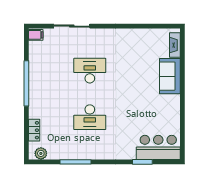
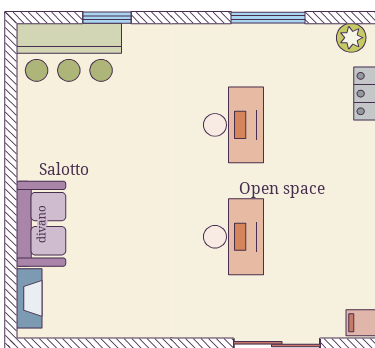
desk: (90, 71) -> (234, 237), turned -90
desk: (90, 117) -> (234, 125), turned 90

